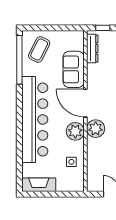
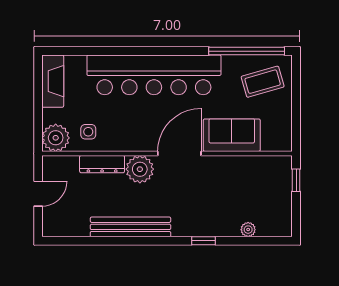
coffee table: (39, 49) -> (263, 82), turned -43
dresser: (92, 49) -> (102, 164), moved
plant: (75, 131) -> (56, 138), moved

